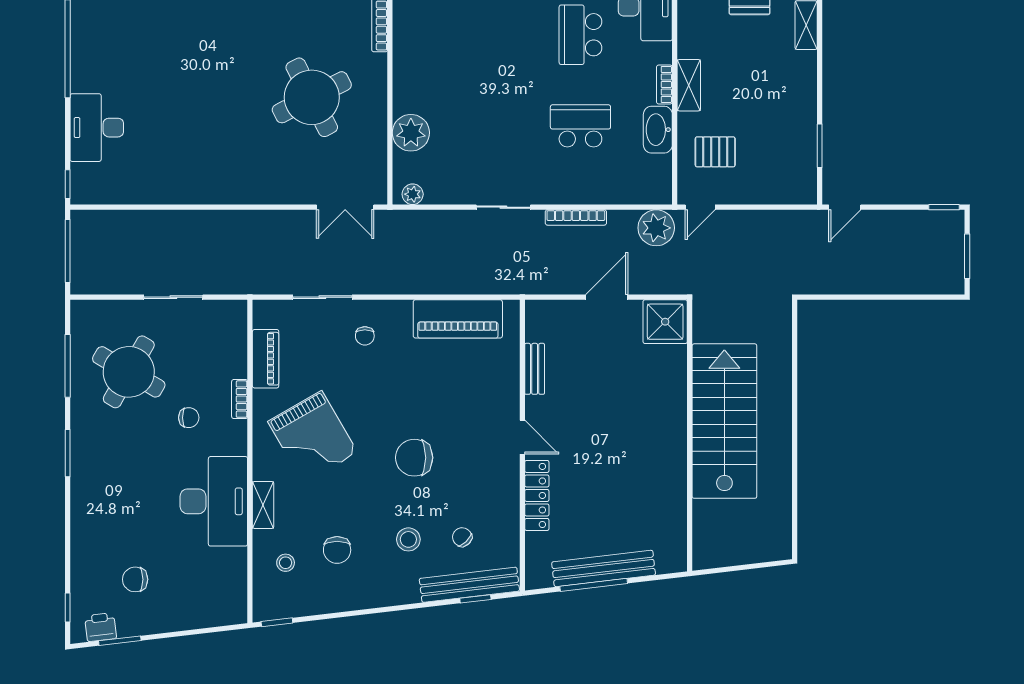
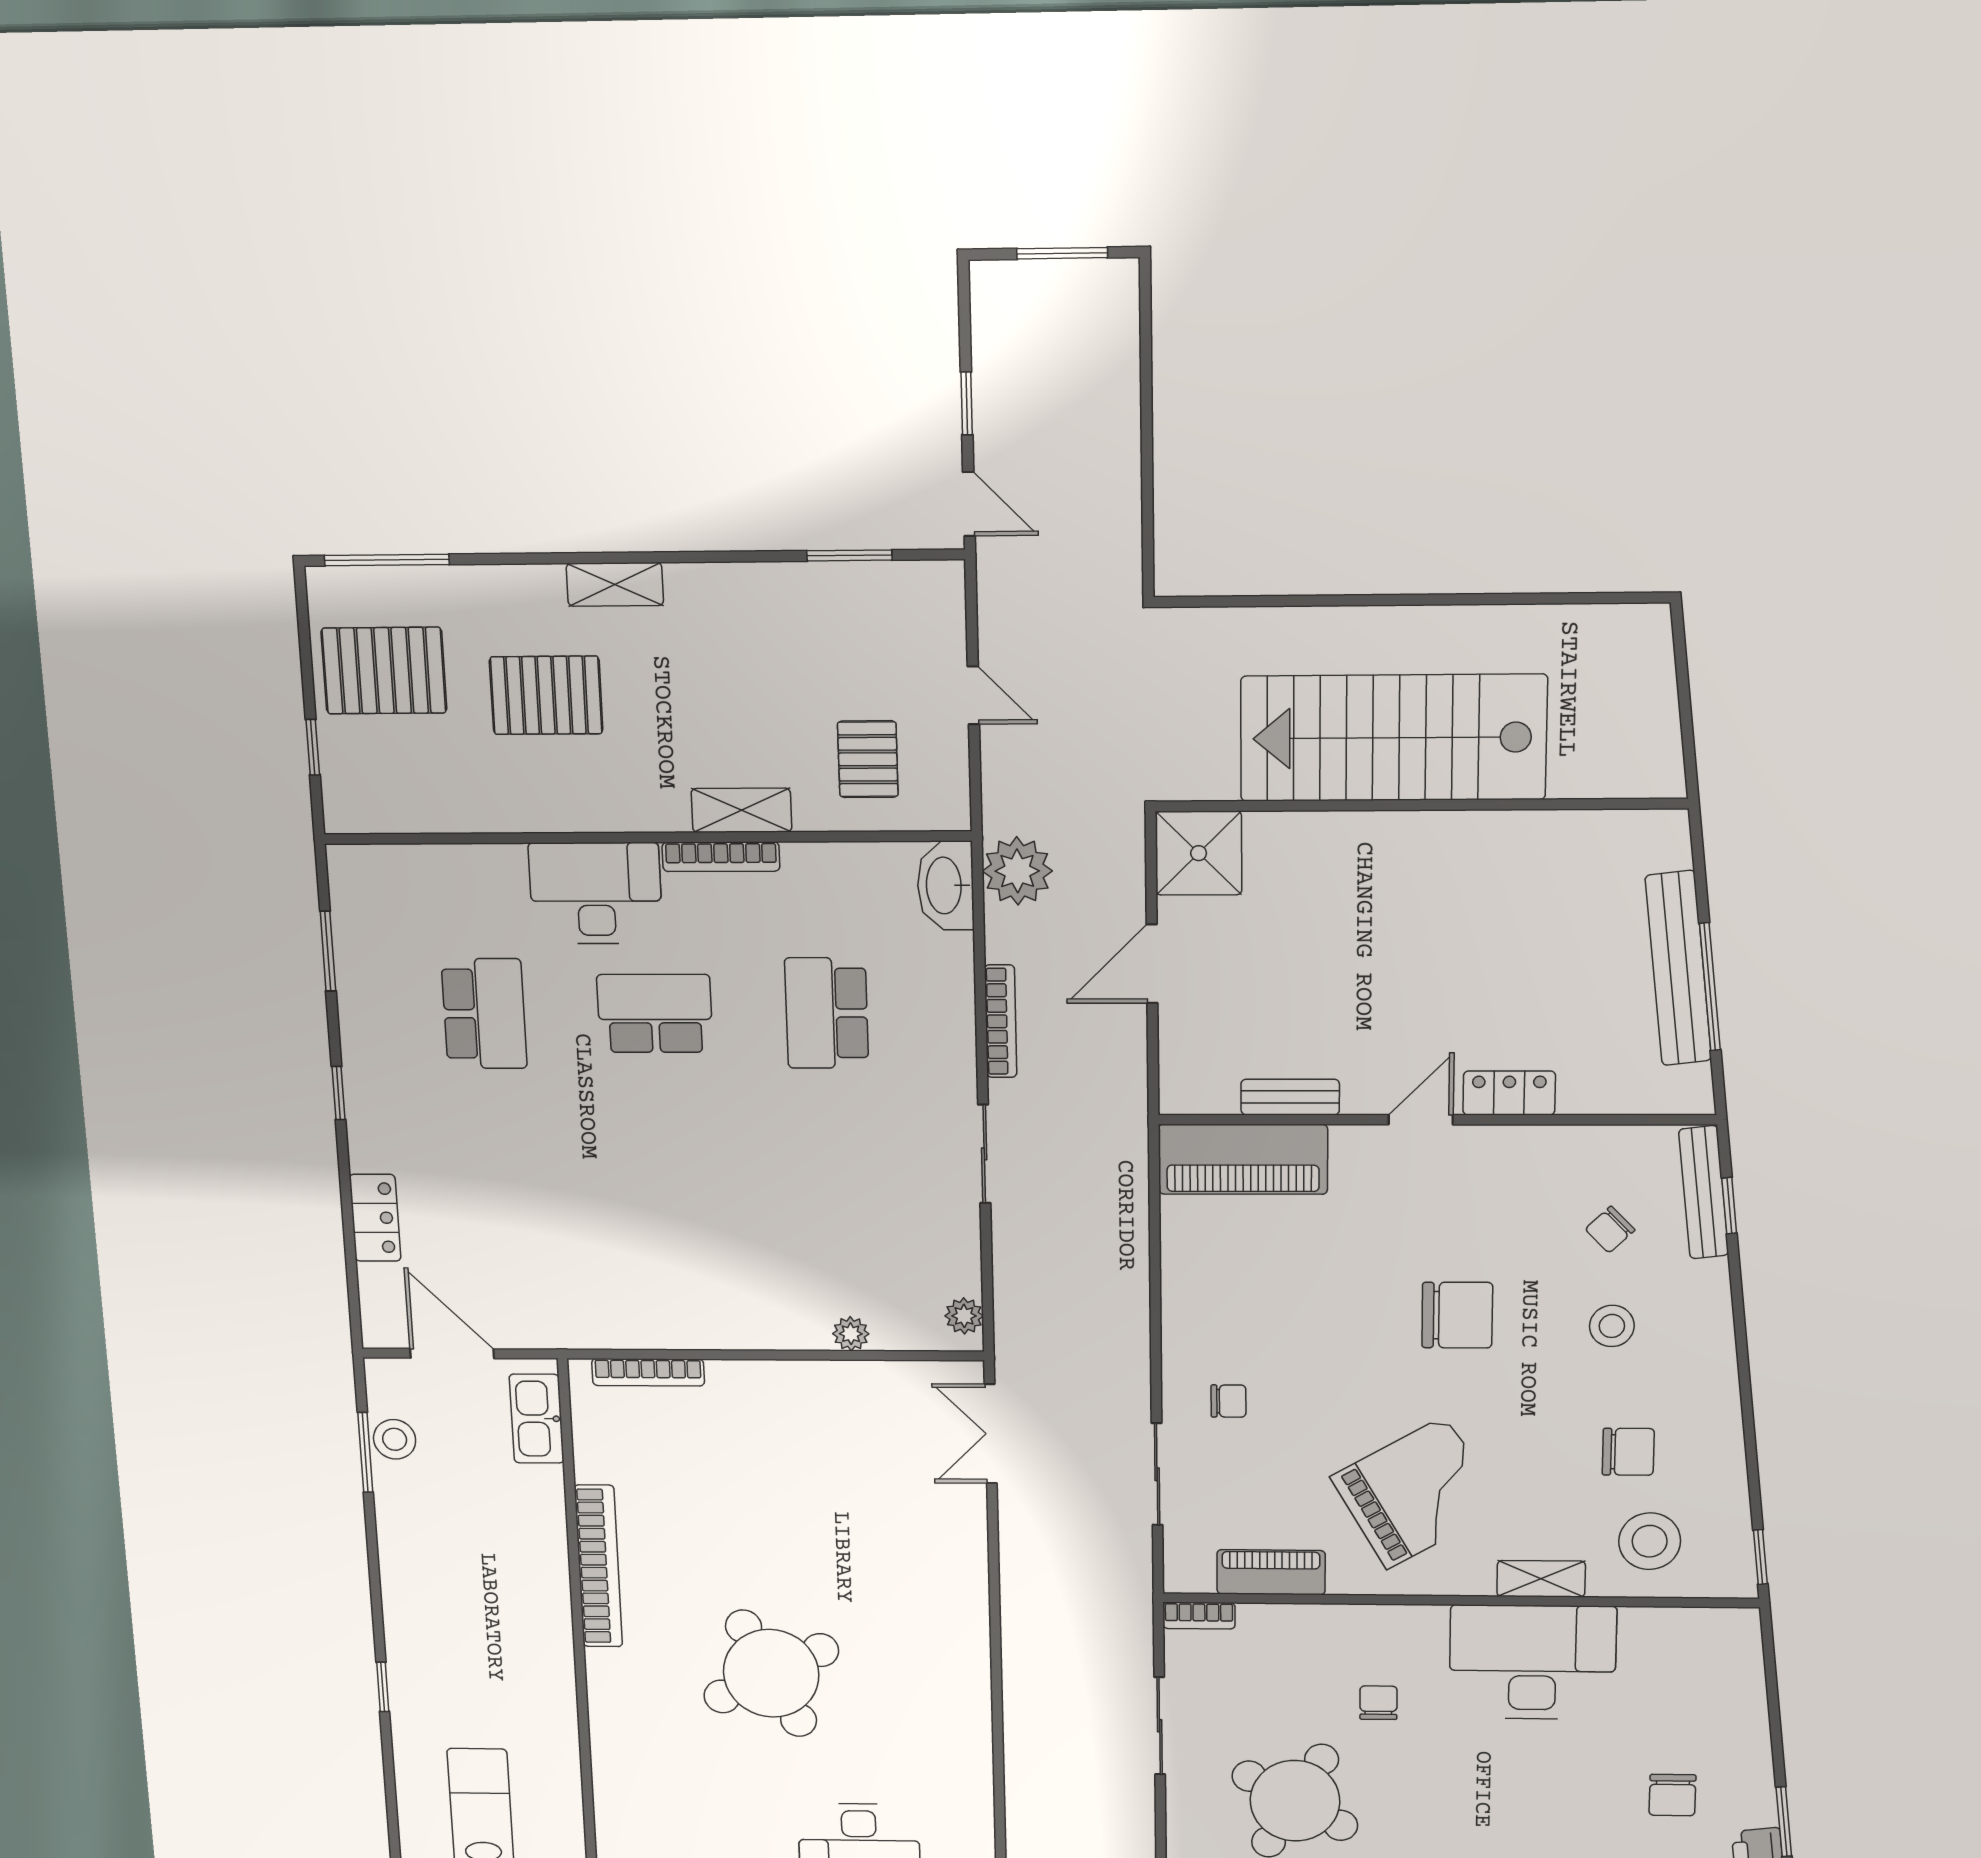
school desk: (580, 35) -> (655, 1013), turned 180
bookcase: (664, 84) -> (721, 857), width x1.56
round table: (312, 97) -> (771, 1673), moved
washbasin: (658, 130) -> (945, 886), moved, turned 90
plant: (411, 133) -> (851, 1334), width x0.53, depth x0.53
double door: (345, 207) -> (991, 1434), swing flipped
door: (700, 207) -> (973, 695), moved
window: (944, 207) -> (967, 403), moved
door: (607, 297) -> (1152, 964), hinge flipped
piano: (458, 319) -> (1243, 1159), moved, turned 90
bookcase: (240, 399) -> (1199, 1616), moved
chair: (414, 458) -> (1457, 1315), turned -90
locker: (537, 495) -> (1509, 1093), width x0.66
stool: (286, 563) -> (1650, 1541), width x1.89, depth x1.89
bench: (469, 585) -> (1704, 1192), width x0.73, depth x0.82

